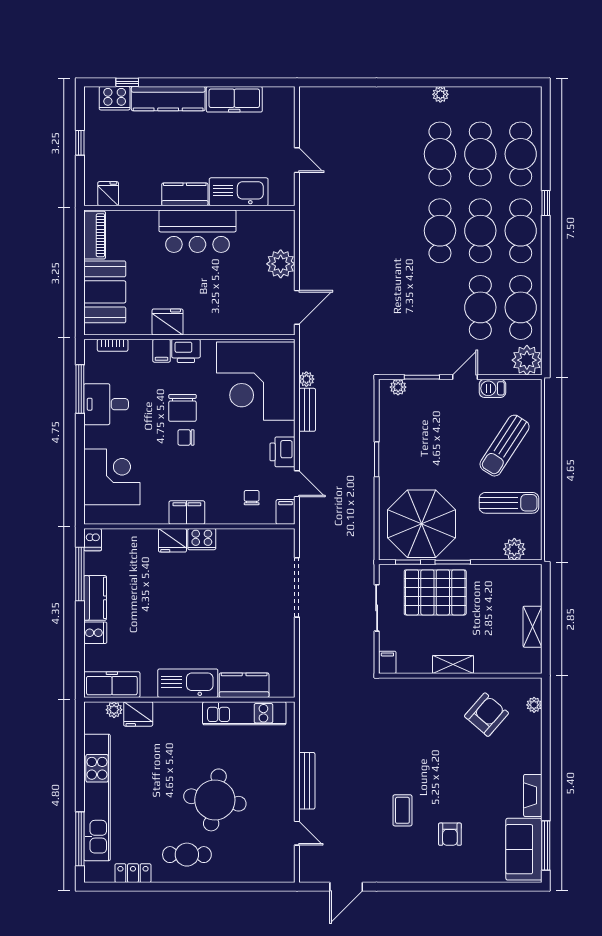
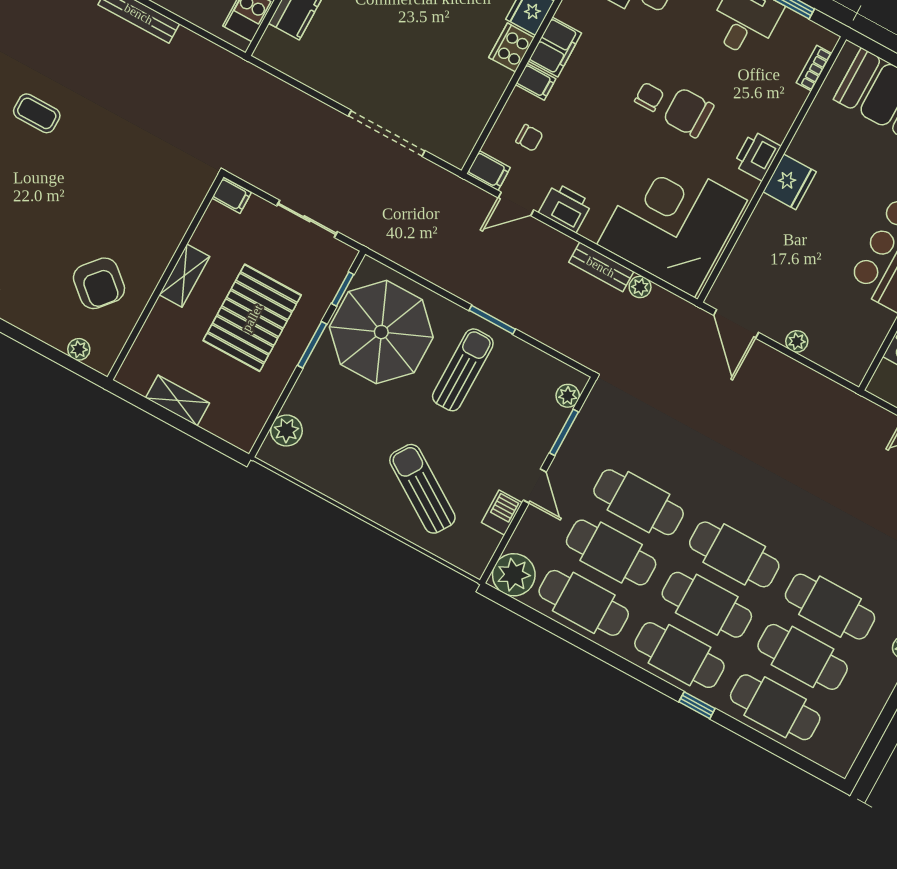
plant: (281, 264) -> (797, 341), width x0.53, depth x0.53
cafe table: (440, 307) -> (639, 502), added
fridge: (168, 322) -> (790, 182), moved
filing cabinet: (161, 351) -> (536, 82), moved, turned 180
sun lounger: (509, 503) -> (463, 370), moved, turned 180
pallet: (435, 592) -> (252, 318), moved

